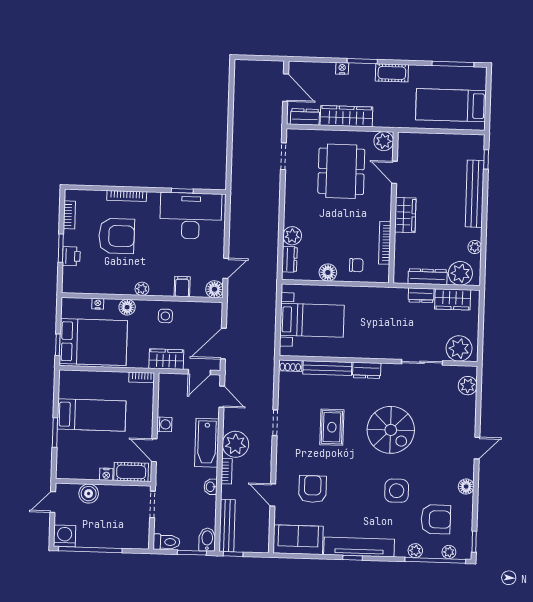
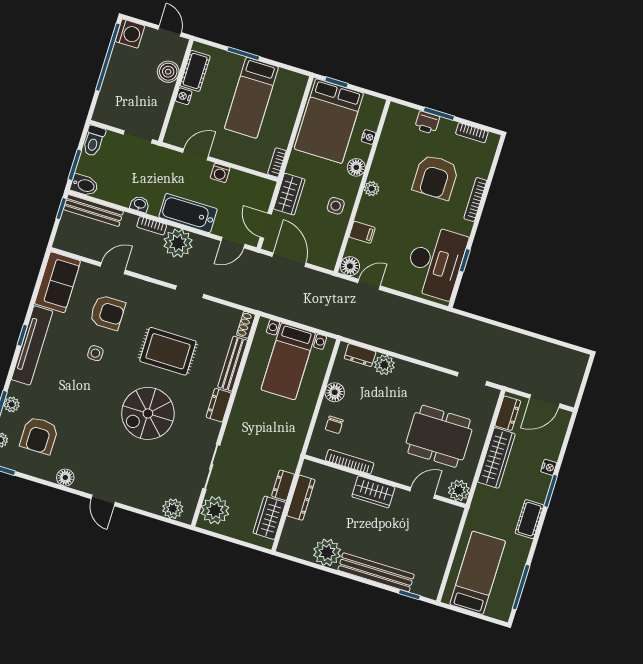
plant: (475, 247) -> (327, 552), width x1.87, depth x1.87
door: (226, 268) -> (369, 284), swing flipped
plant: (460, 273) -> (295, 534), removed
rug: (332, 427) -> (168, 351), width x1.36, depth x1.43
cot: (131, 472) -> (195, 71), moved
side table: (397, 491) -> (95, 353), moved, width x0.54, depth x0.54

